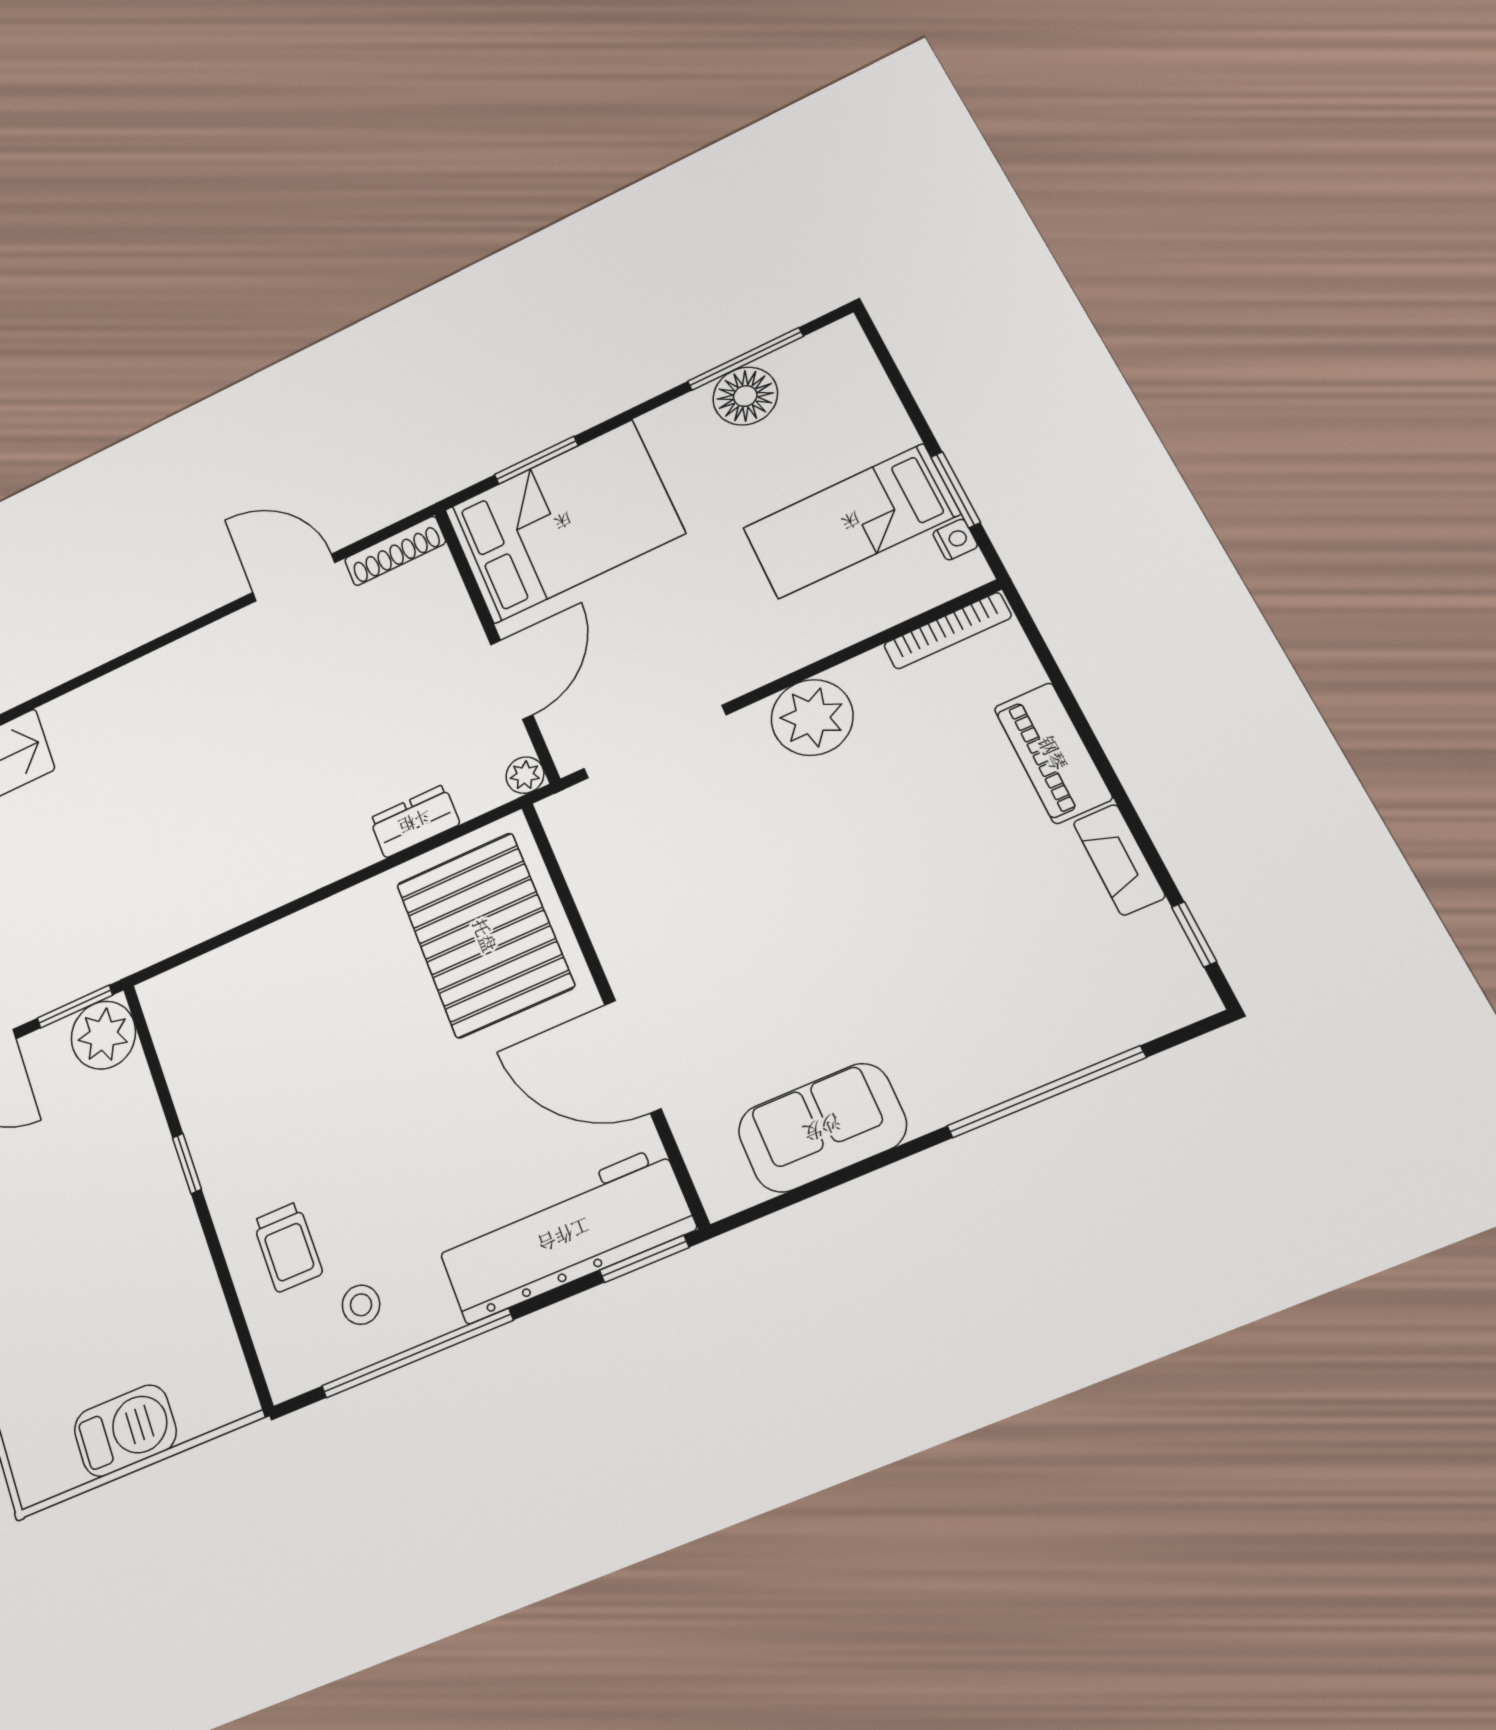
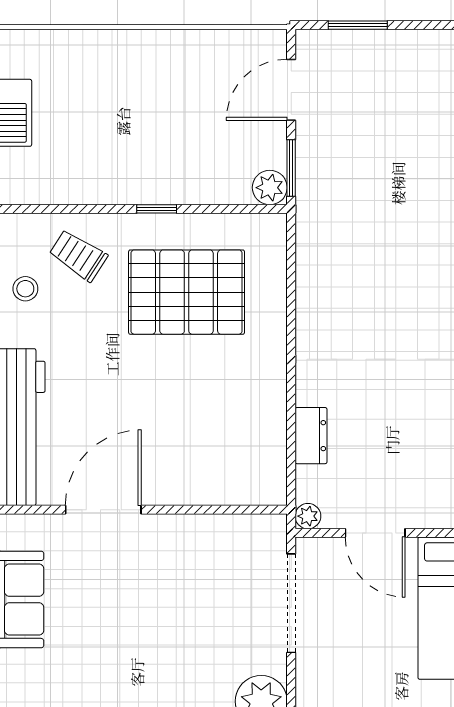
pallet: (485, 935) -> (187, 292), moved
plant: (103, 1035) -> (270, 188), width x0.73, depth x0.73
trolley: (287, 1247) -> (78, 255), turned 33

